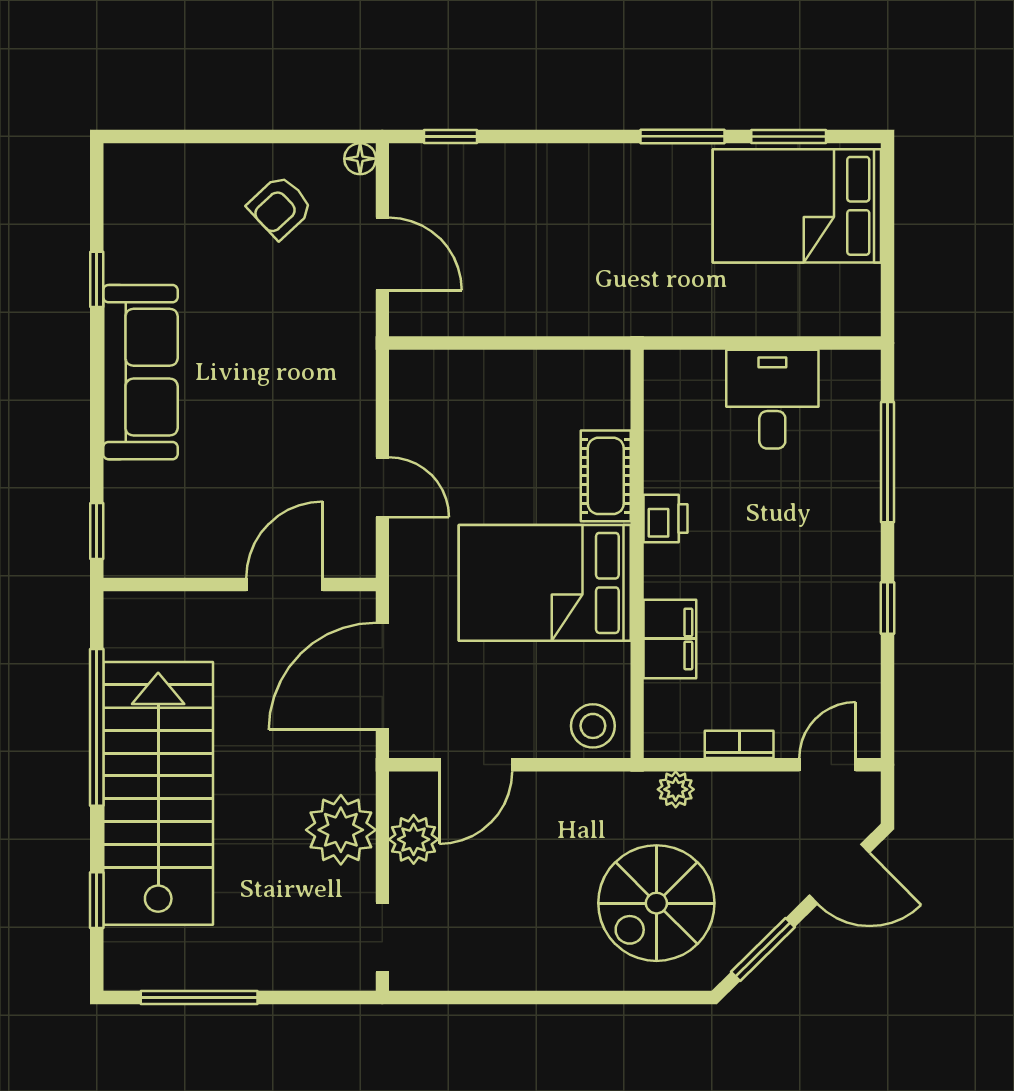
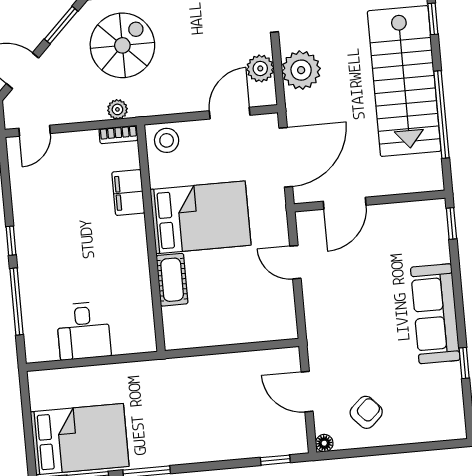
printer: (666, 519) -> (137, 259), removed
window: (888, 608) -> (11, 241), moved
bookcase: (739, 744) -> (118, 134), moved

